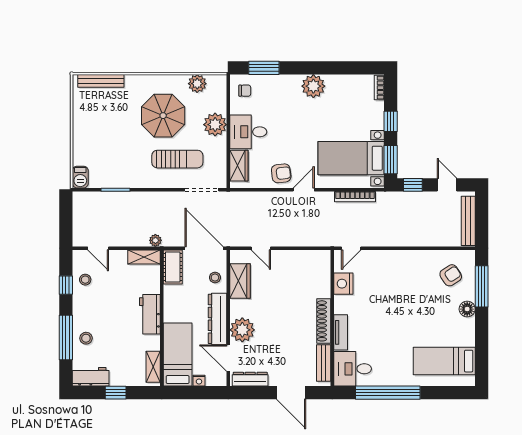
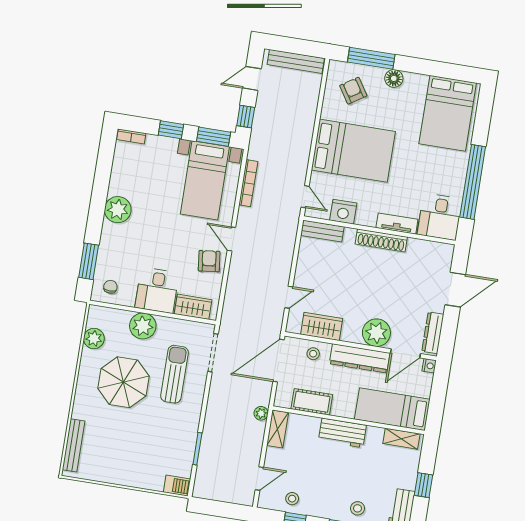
cot: (173, 267) -> (312, 402), moved
bed: (398, 284) -> (353, 151), added
bed: (444, 361) -> (448, 113), width x1.50
bench: (324, 363) -> (322, 231), moved
nightstand: (199, 381) -> (429, 366), moved

